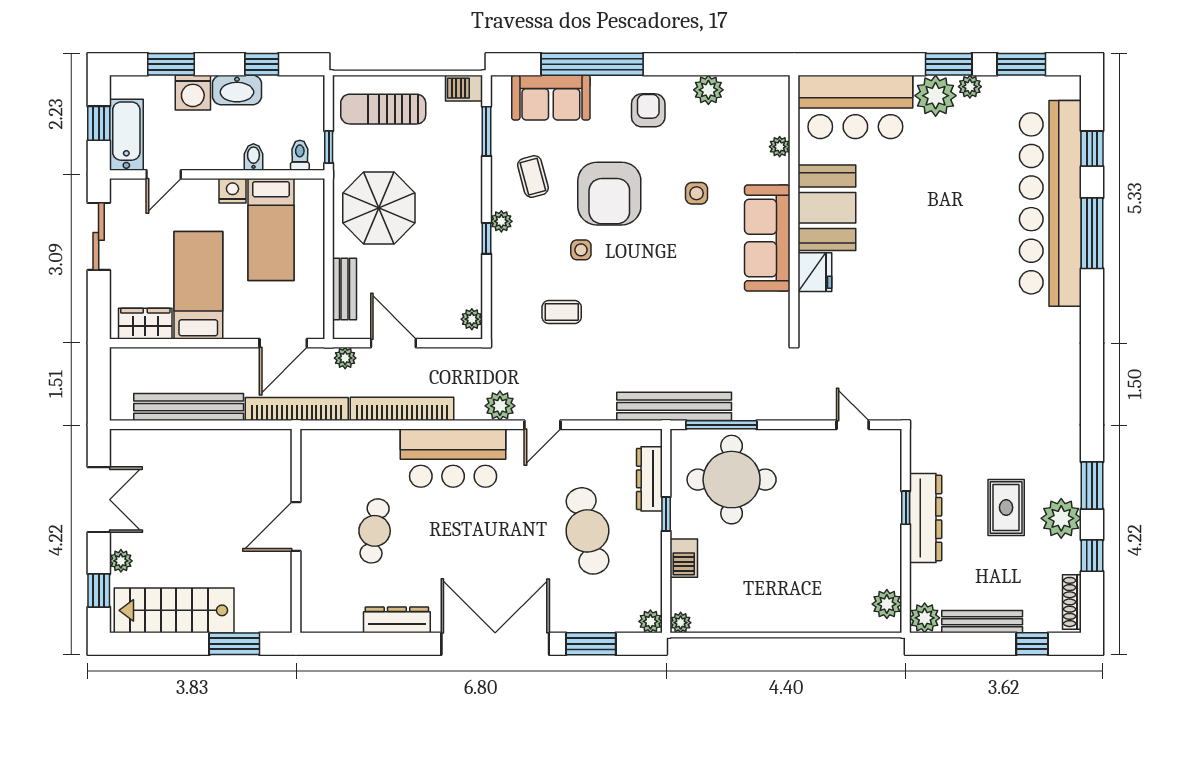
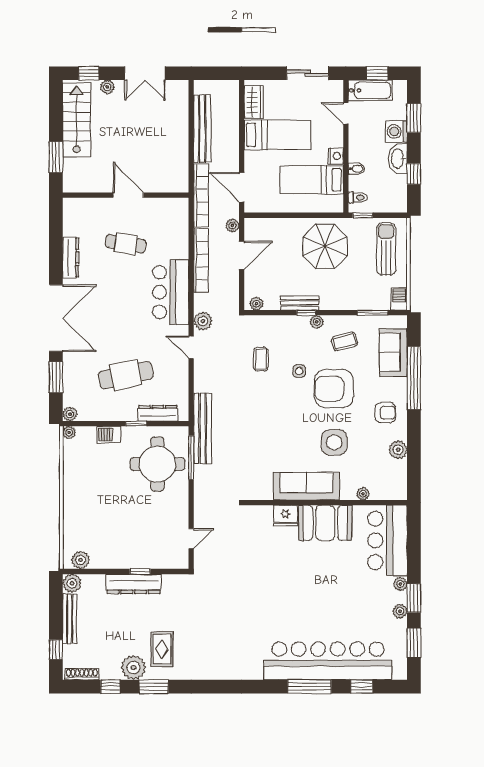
plant: (936, 96) -> (400, 584), width x0.53, depth x0.53
side table: (696, 193) -> (334, 442), width x1.87, depth x1.87
bench: (344, 289) -> (300, 303), moved
rug: (1006, 508) -> (162, 649), moved, turned 90

